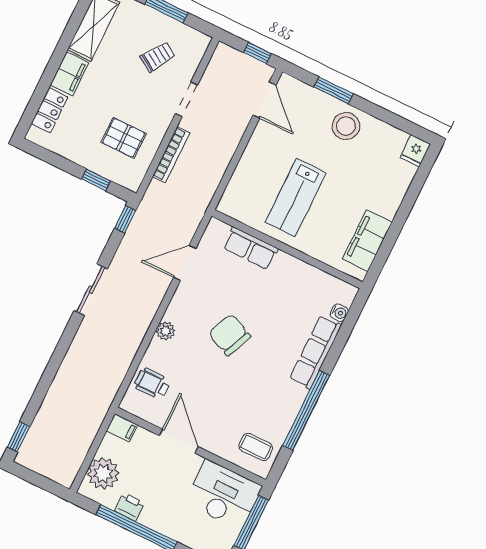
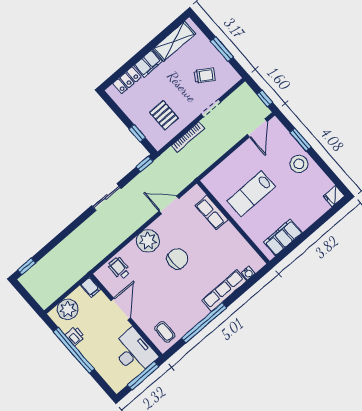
plant: (166, 331) -> (148, 241), width x1.87, depth x1.87
chair: (230, 335) -> (177, 259), turned 66

